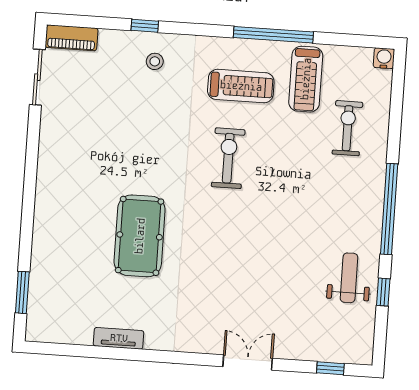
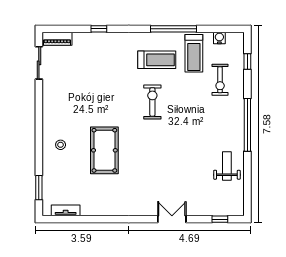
water cooler: (384, 58) -> (219, 38), moved
stool: (155, 61) -> (61, 145), moved
exercise bike: (347, 128) -> (220, 80), turned 180
window: (383, 292) -> (247, 62), moved
tv unit: (119, 338) -> (66, 210), moved

